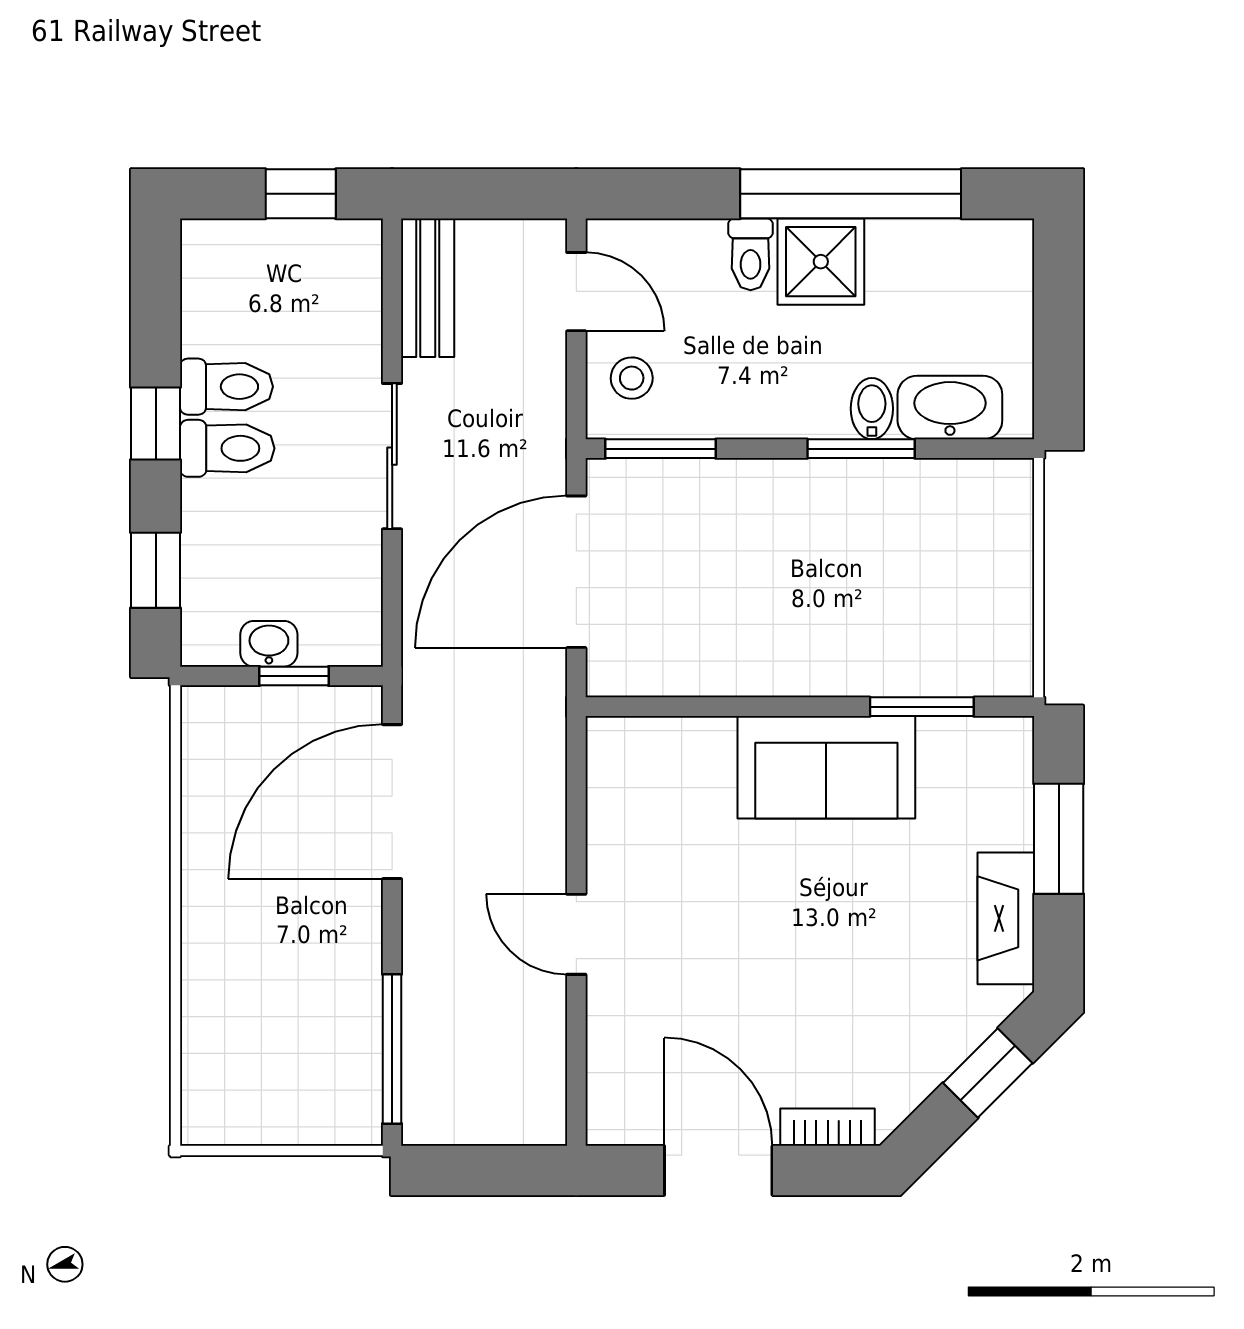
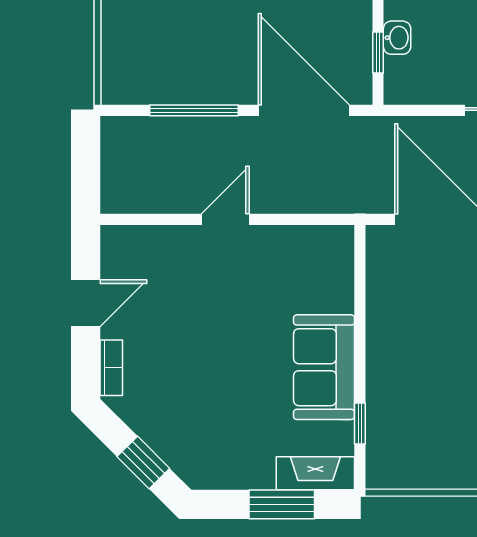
window: (922, 707) -> (360, 424), width x0.67
fireplace: (1006, 918) -> (315, 473), moved
window: (392, 1049) -> (194, 110), moved
door: (718, 1171) -> (86, 303), width x0.73

